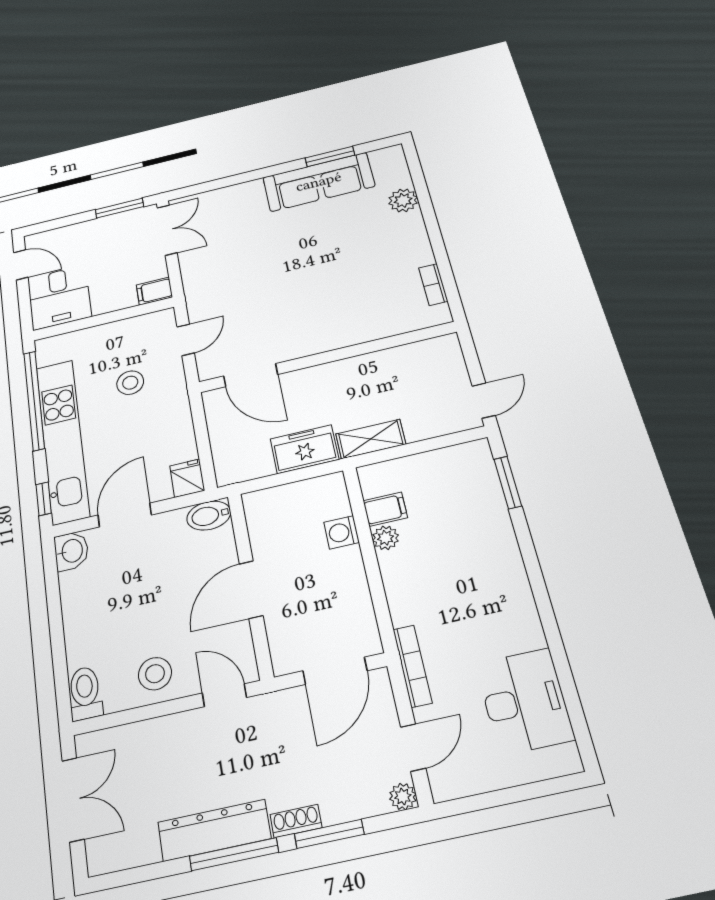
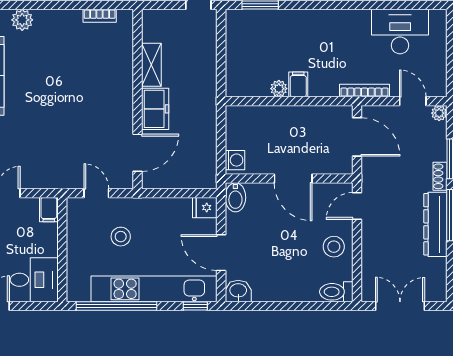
shelving: (371, 439) -> (151, 65), moved
freezer: (304, 449) -> (155, 109), moved, turned 180
filing cabinet: (385, 509) -> (298, 84), moved
washing machine: (341, 532) -> (235, 160), moved, turned -90

